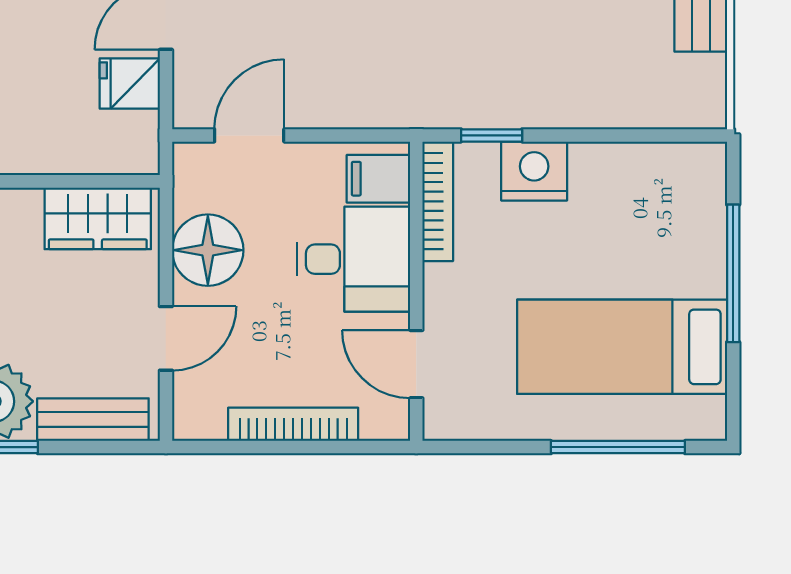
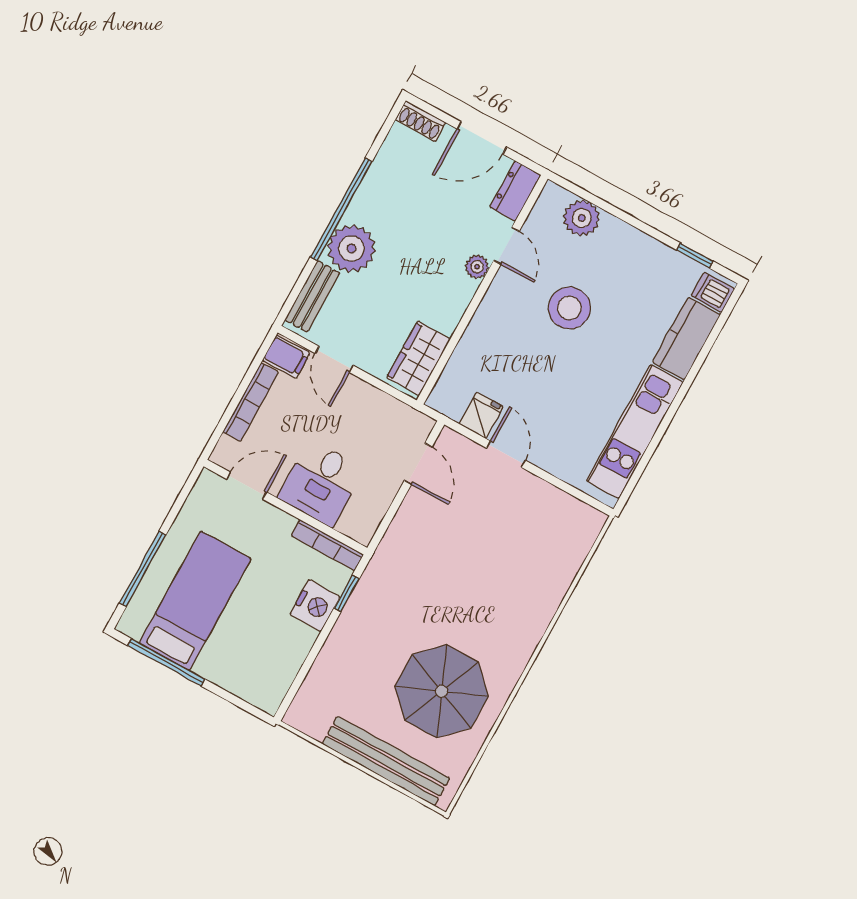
filing cabinet: (378, 179) -> (286, 357), moved, turned 90
floor lamp: (208, 250) -> (369, 408), removed
window: (733, 273) -> (166, 662), moved

